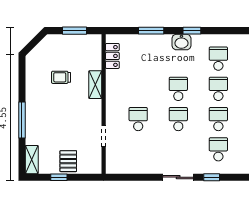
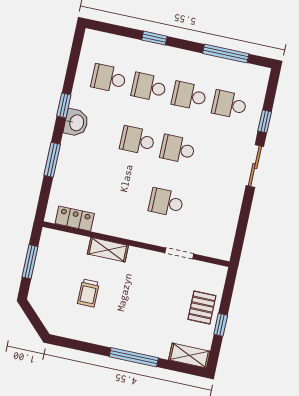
pallet: (68, 161) -> (202, 307), turned 90

